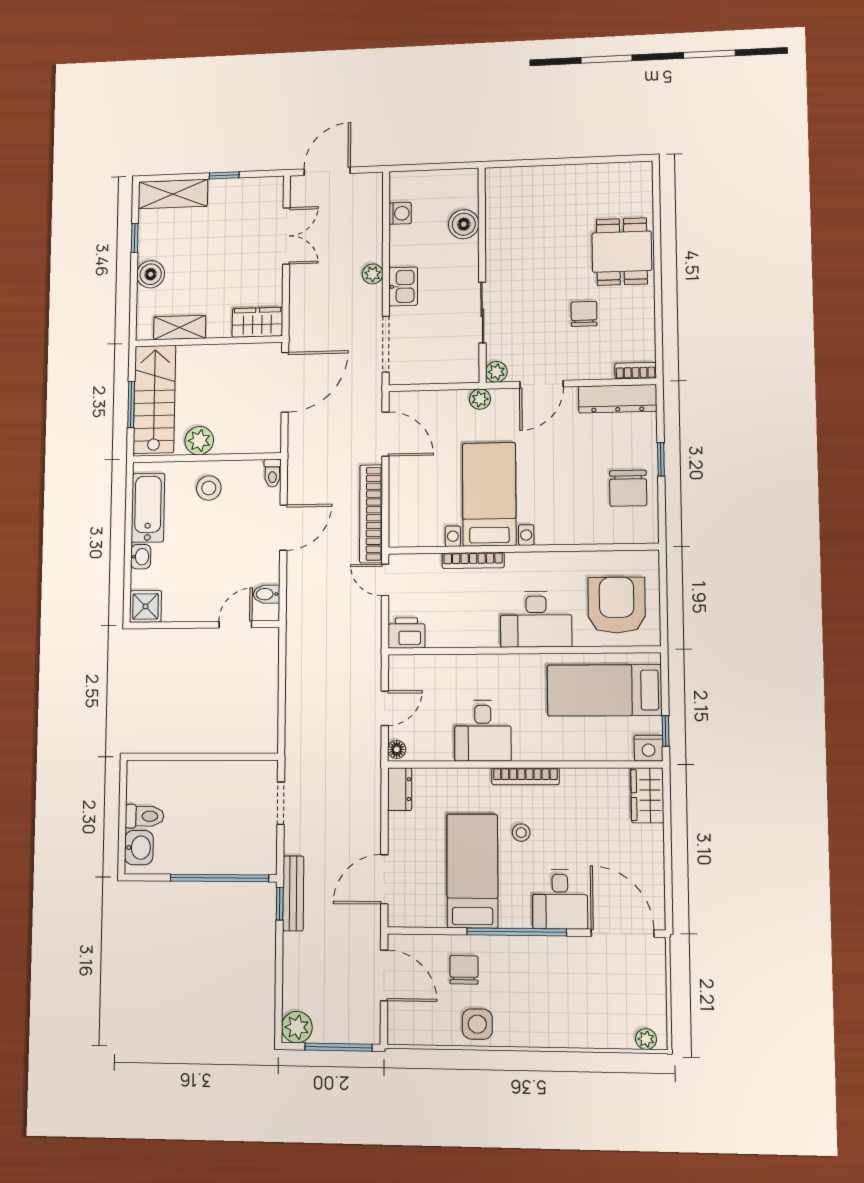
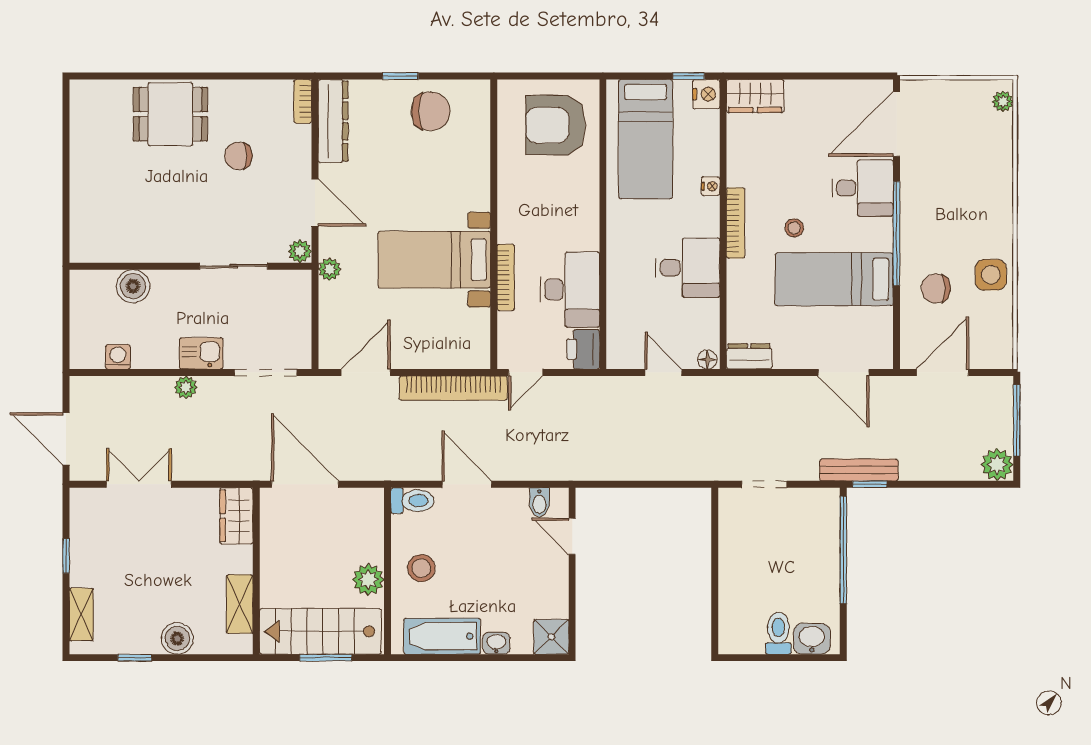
shelving: (173, 194) -> (81, 614), width x0.67, depth x0.75
toilet: (272, 473) -> (412, 501), width x1.37, depth x1.39
desk: (536, 619) -> (570, 290), moved
nightstand: (560, 753) -> (711, 186), added

